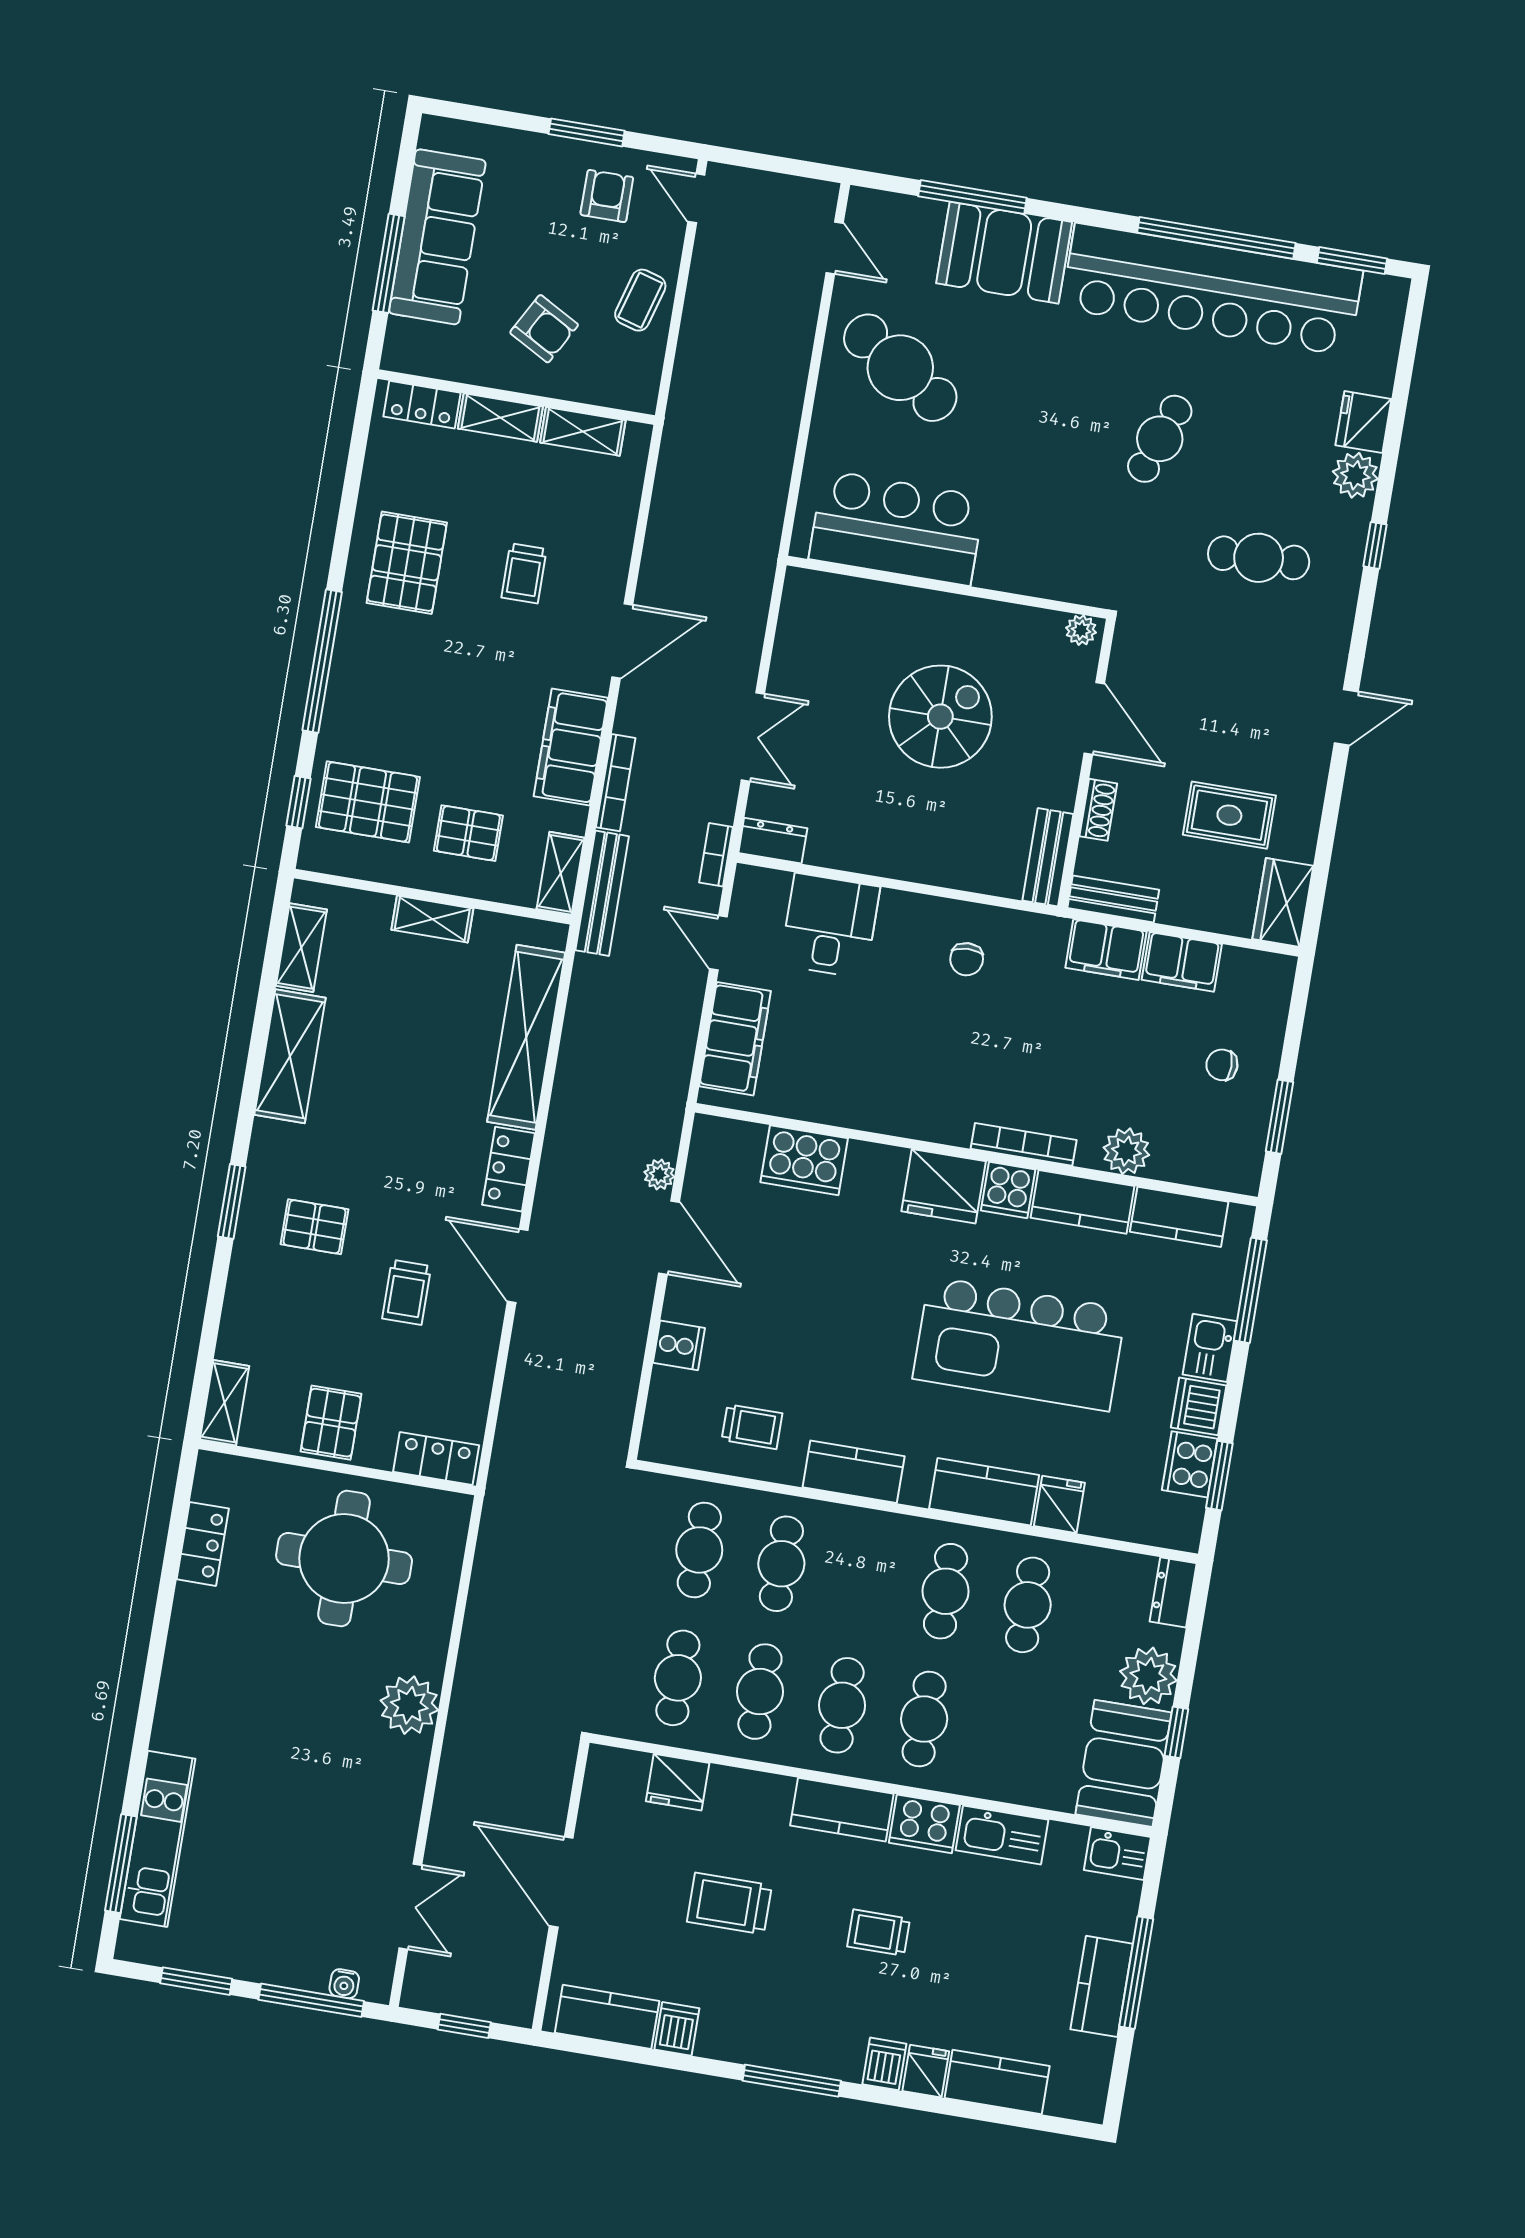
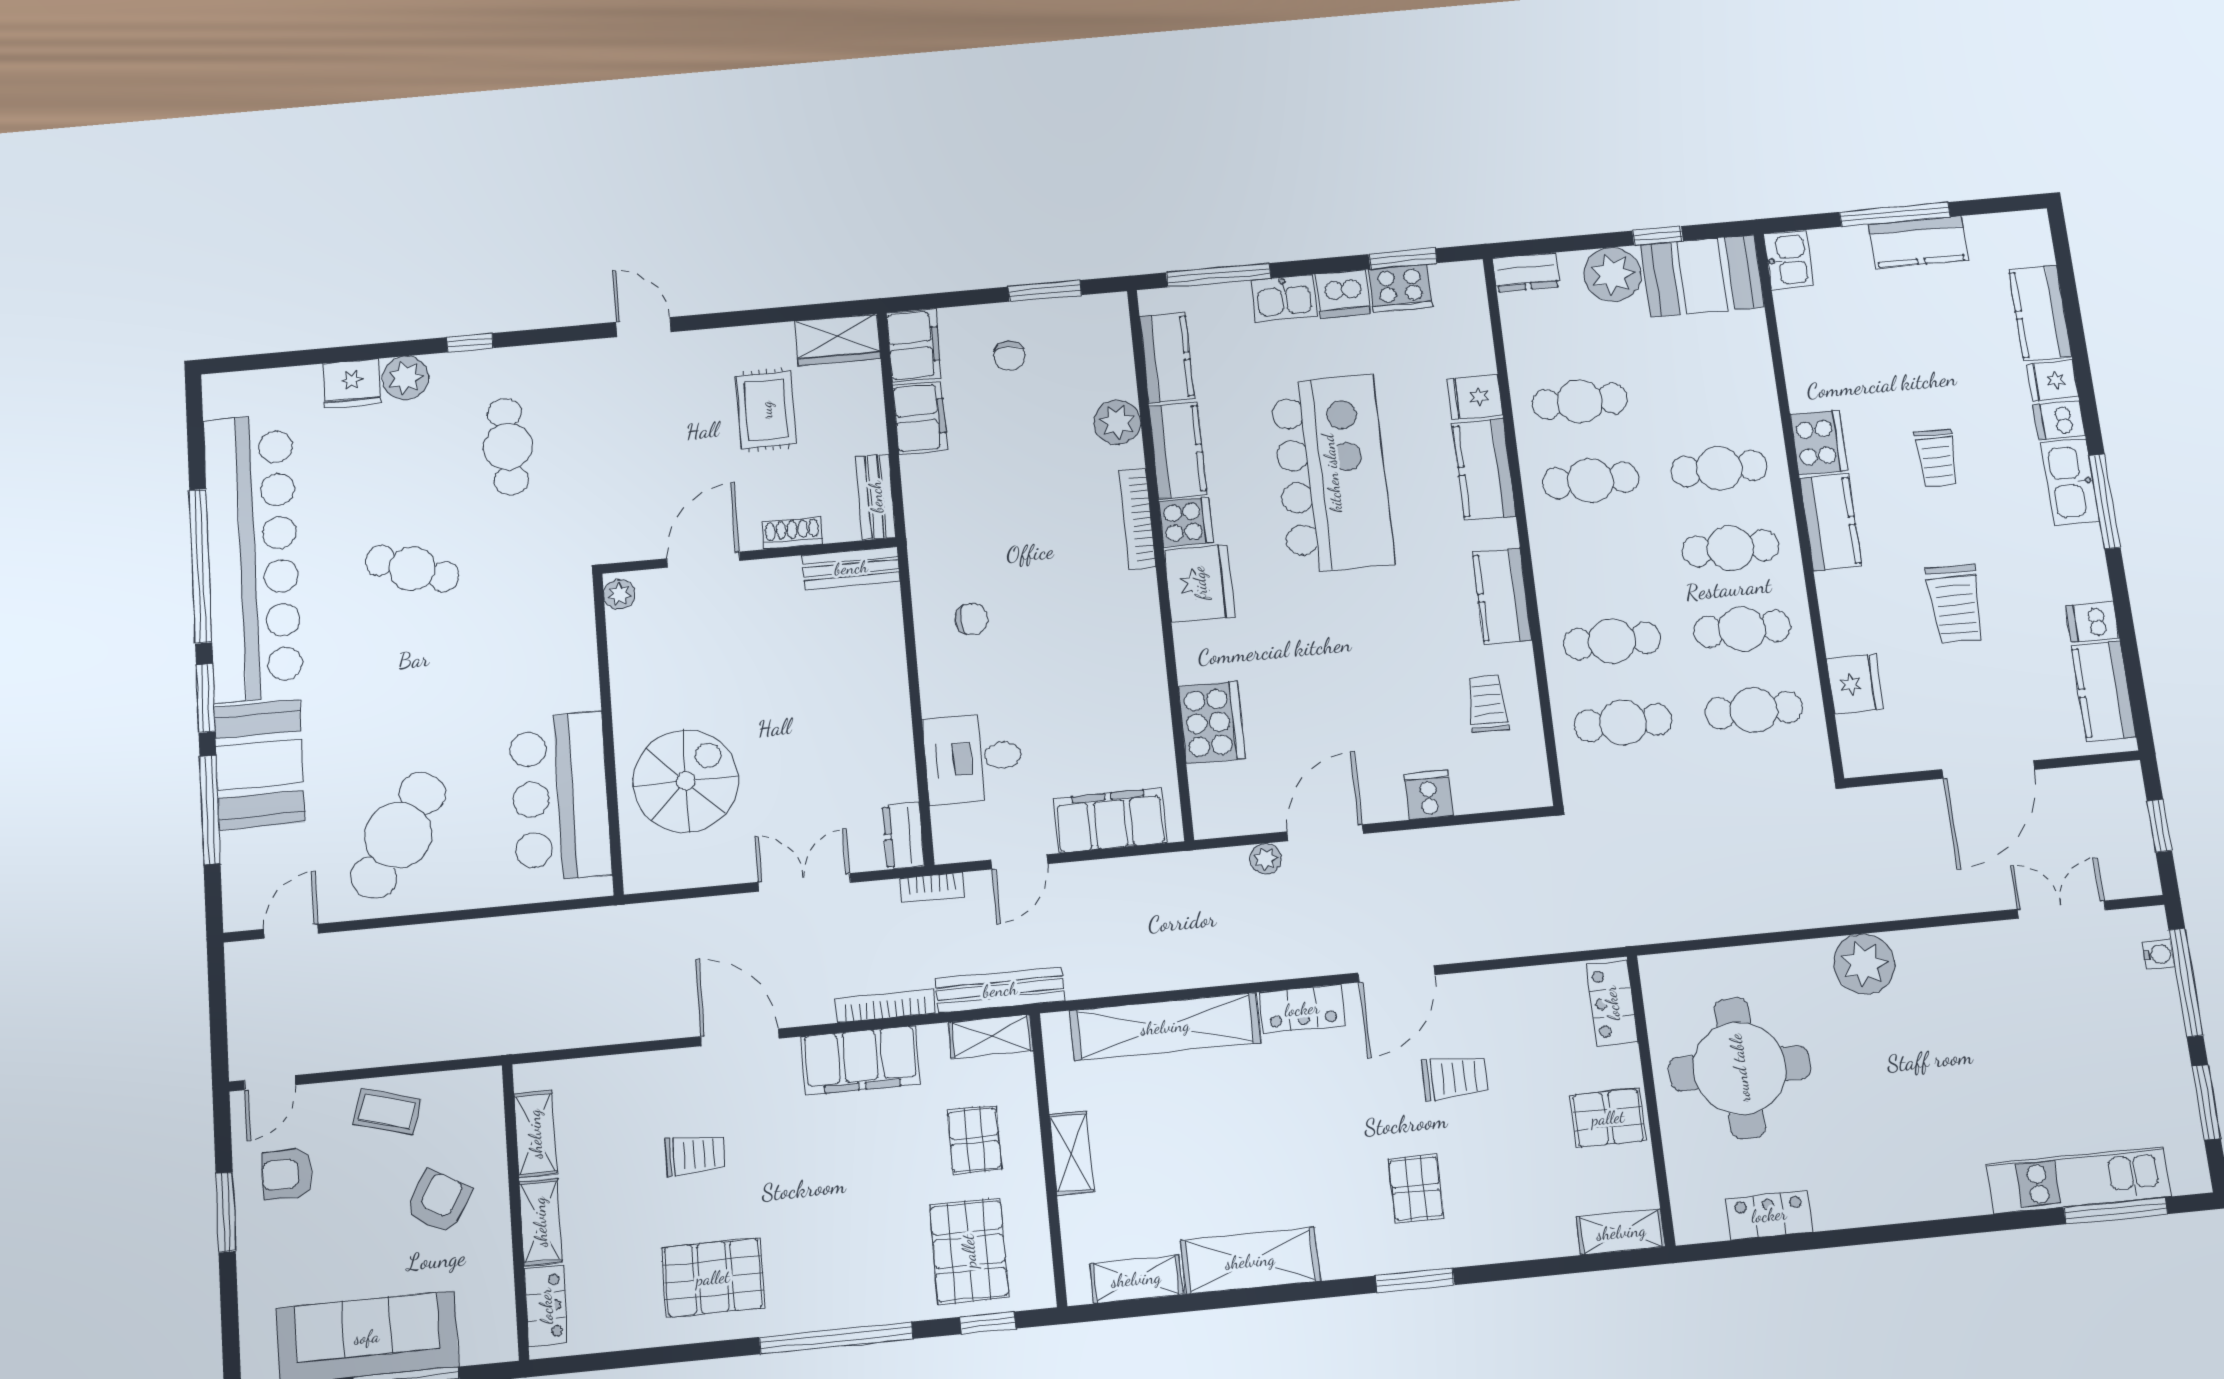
window: (1352, 261) -> (206, 698), moved
spiral stairs: (940, 717) -> (686, 781), moved, turned 90
filing cabinet: (1106, 950) -> (914, 345), moved
kitchen sink: (1002, 1835) -> (2070, 482), moved, turned 180

